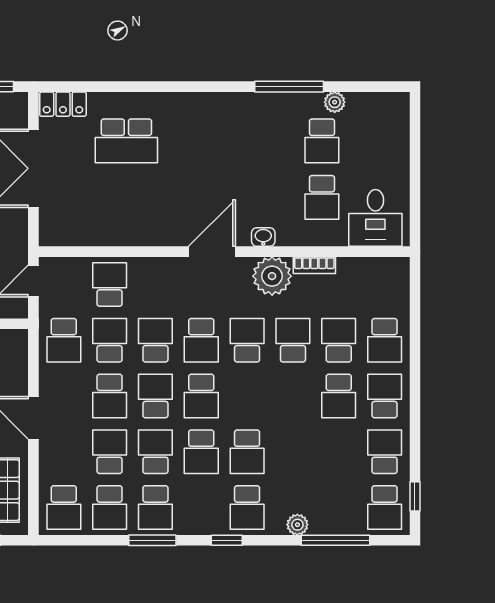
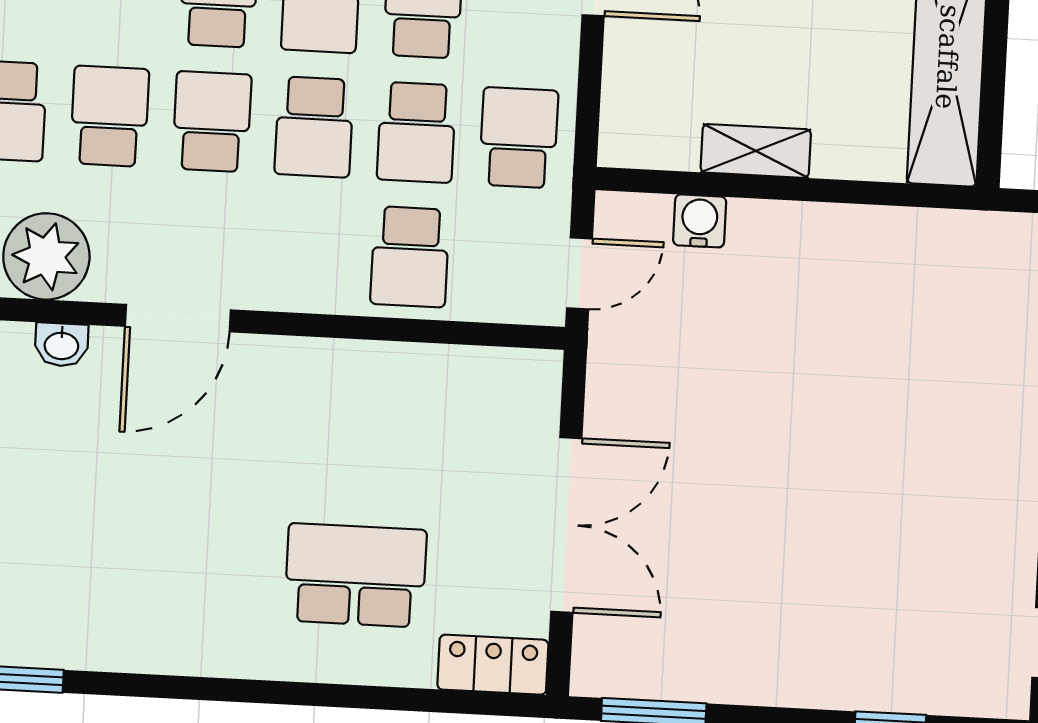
school desk: (247, 340) -> (110, 116), turned 180

